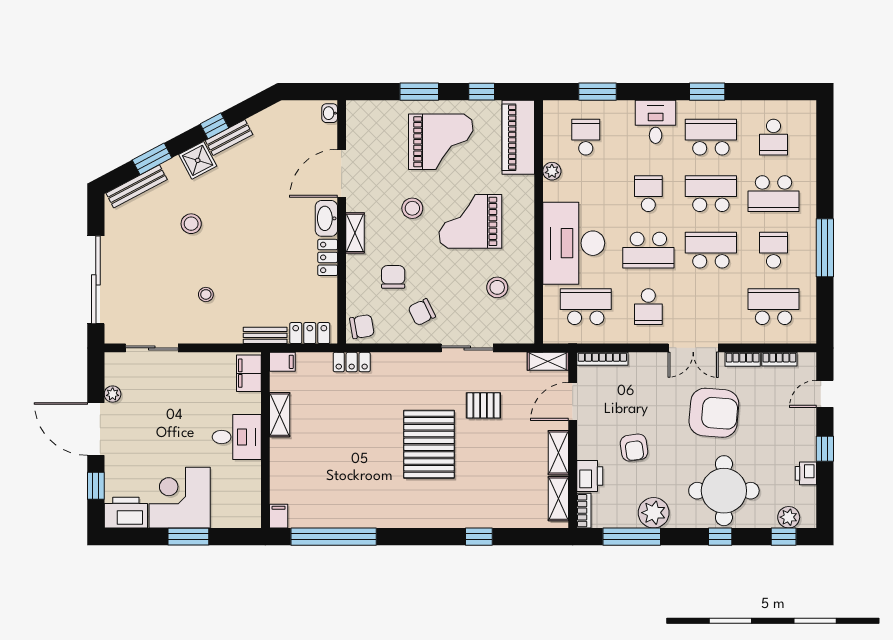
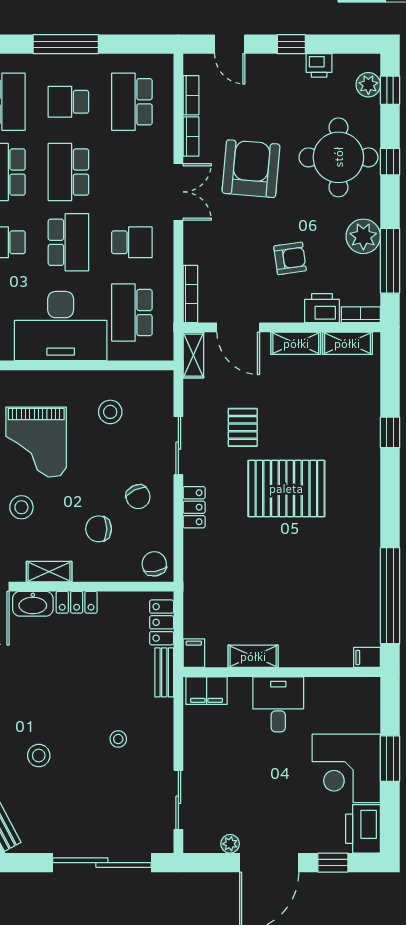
locker: (352, 362) -> (194, 507), moved

